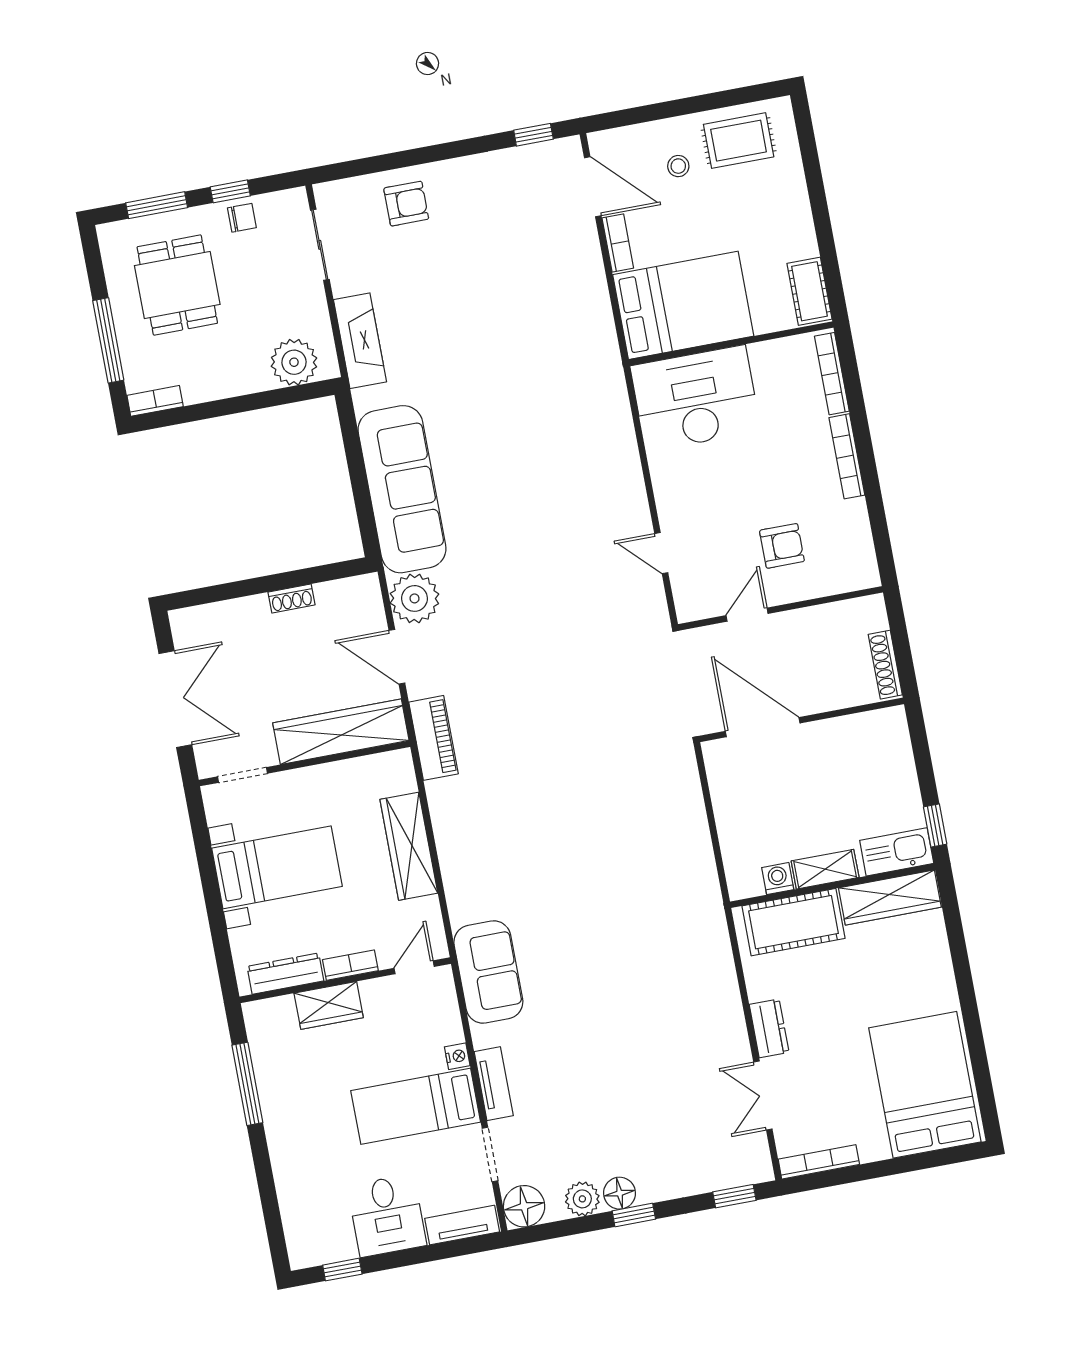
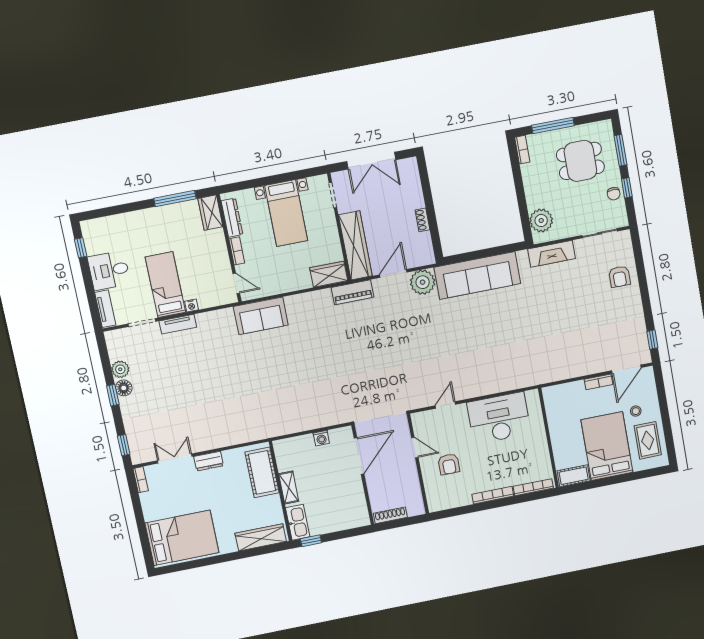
bed: (683, 305) -> (607, 446), moved, turned 180
desk: (696, 398) -> (499, 418), moved, turned -90
wardrobe: (409, 846) -> (329, 274), moved, width x0.67
washing machine: (778, 879) -> (321, 438), moved, turned 90
wardrobe: (890, 898) -> (261, 537), moved, turned 90
sofa: (488, 972) -> (261, 316), moved
wardrobe: (329, 1005) -> (210, 213), moved
bookcase: (819, 1162) -> (141, 480), width x0.64
floor lamp: (524, 1206) -> (116, 340), removed

